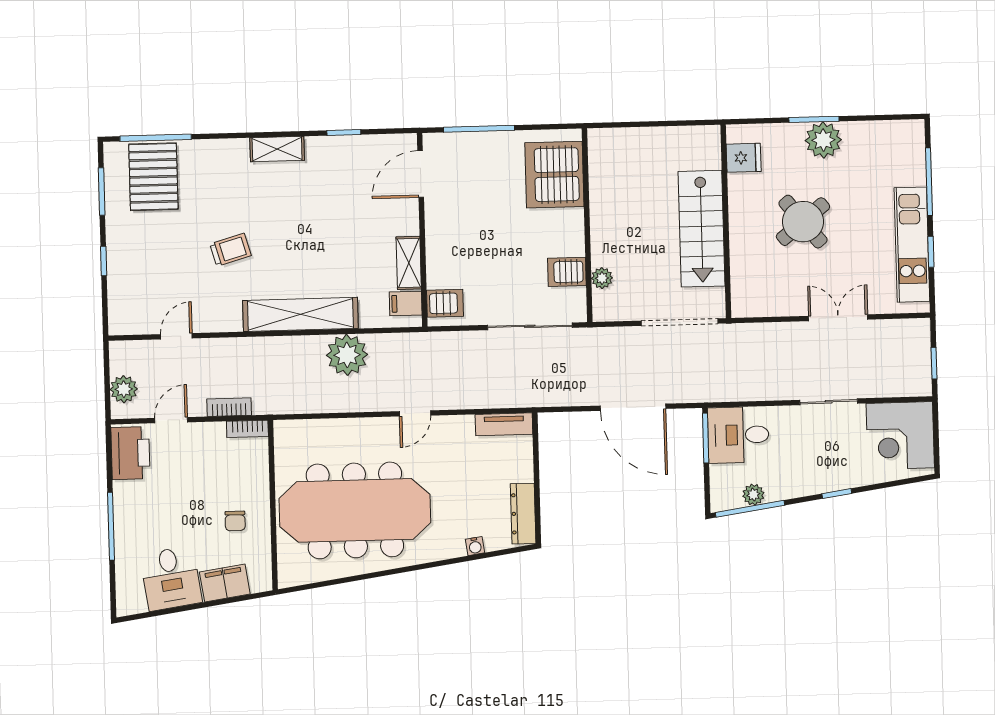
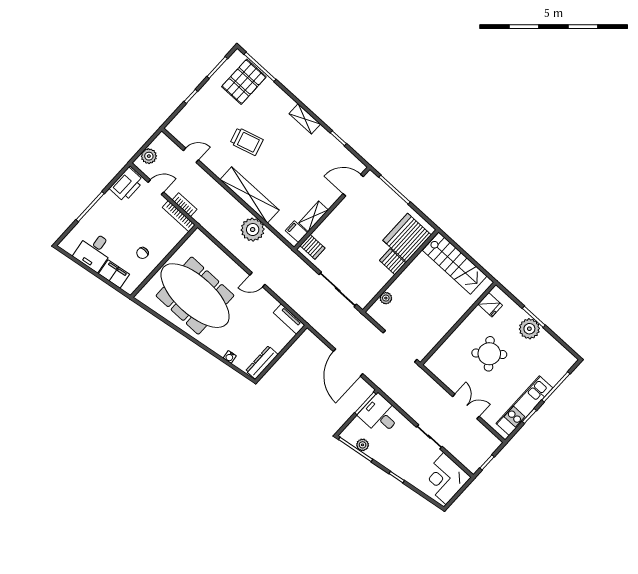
stairs: (702, 229) -> (455, 263), moved, turned -90
trolley: (230, 250) -> (247, 141), width x1.36, depth x1.39
server rack: (567, 272) -> (393, 262), moved
bookcase: (247, 429) -> (179, 216), width x1.56

